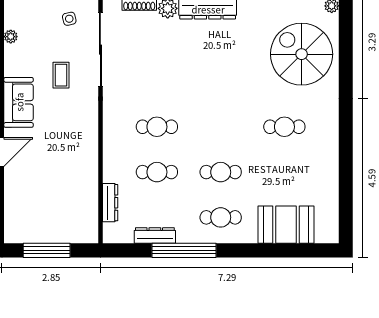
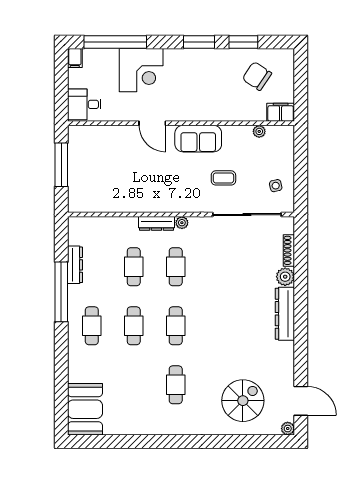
spiral stairs: (302, 54) -> (243, 401), width x0.73, depth x0.73
plant: (109, 120) -> (182, 223), added
cafe table: (221, 127) -> (176, 326), added
dresser: (110, 203) -> (156, 223), moved
booth: (286, 225) -> (85, 409), moved

